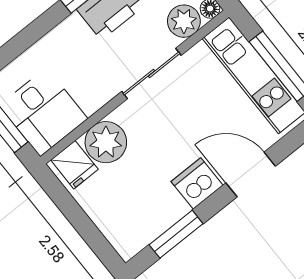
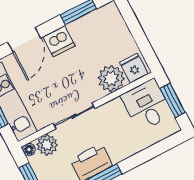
door: (251, 174) -> (24, 40), hinge flipped

